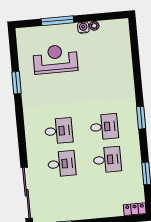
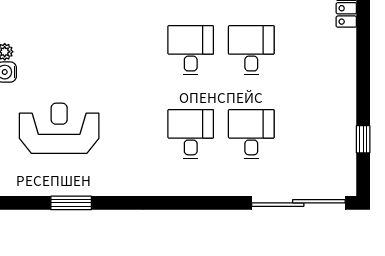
reception desk: (55, 59) -> (59, 128), turned 90
window: (17, 83) -> (71, 203), moved

